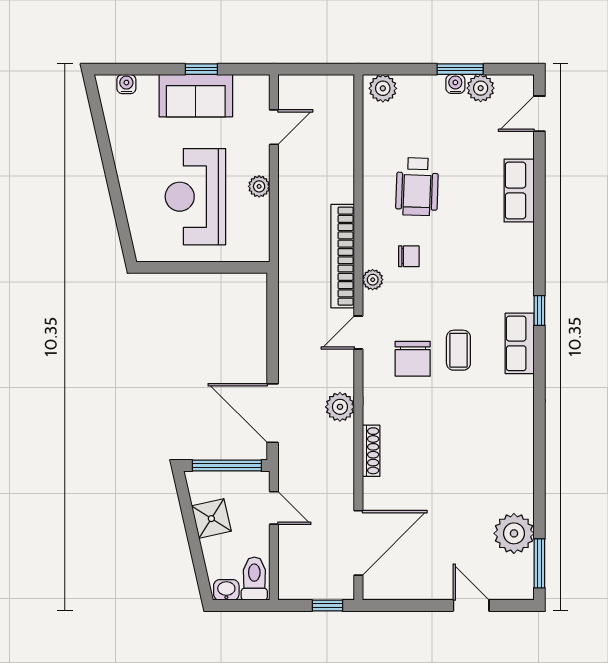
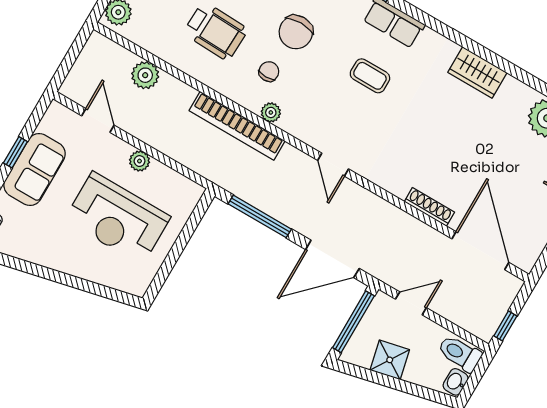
window: (273, 325) -> (260, 216), added
door: (358, 333) -> (333, 165), moved
chair: (413, 359) -> (296, 32), moved, turned 90
plant: (340, 407) -> (145, 75), moved
wardrobe: (518, 446) -> (477, 72), added
shoe rack: (371, 451) -> (429, 207), moved
window: (327, 605) -> (505, 326), moved

